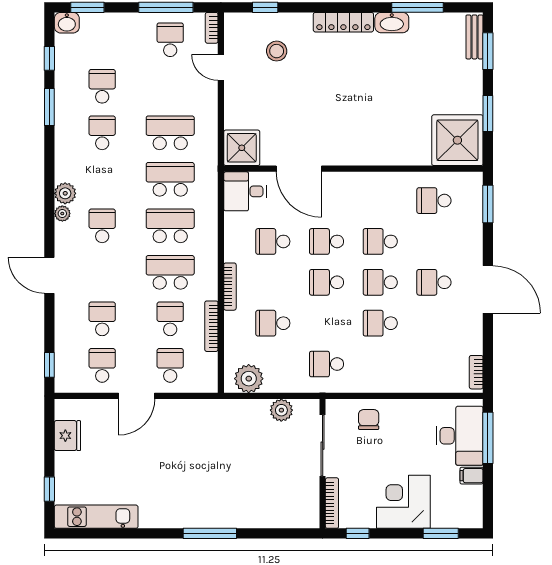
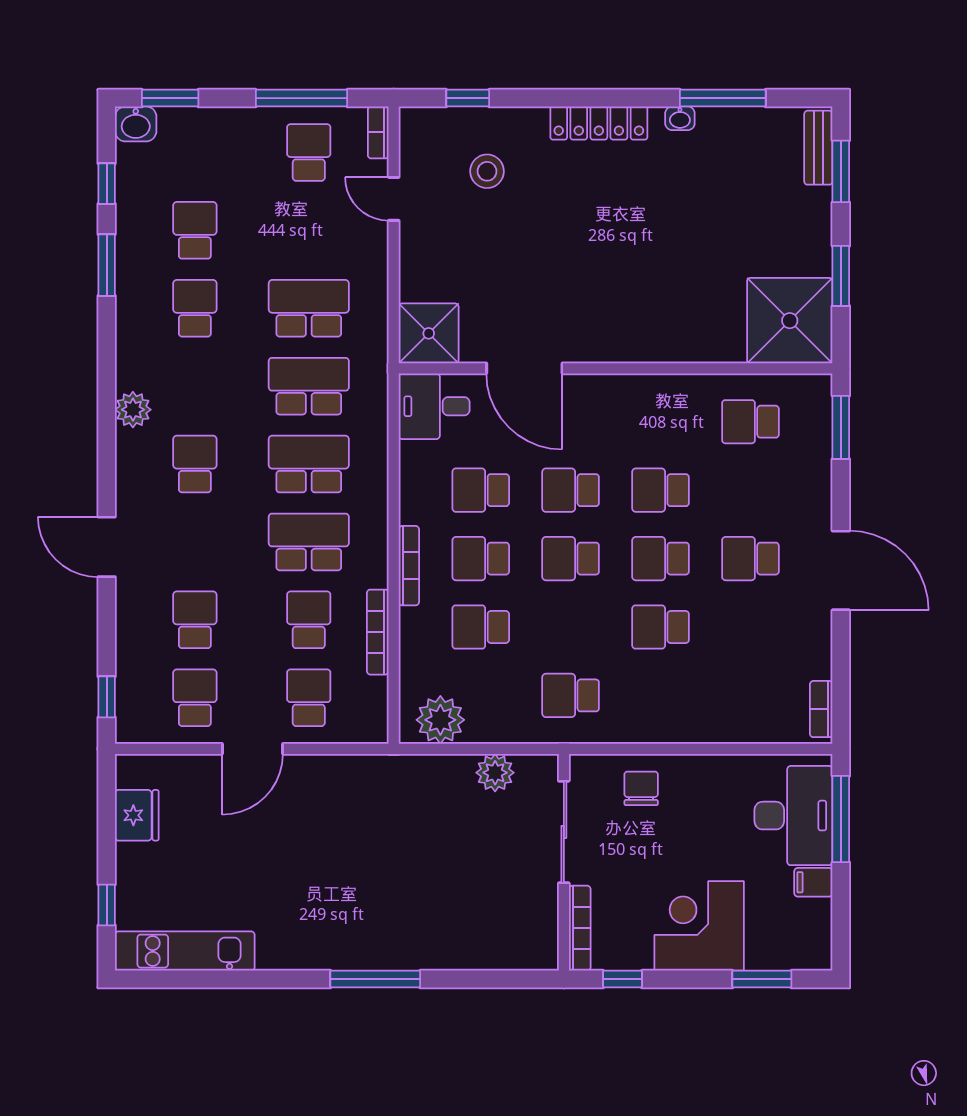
washbasin: (392, 23) -> (680, 118), width x0.52, depth x0.69
plant: (62, 214) -> (128, 443), removed
school desk: (273, 282) -> (481, 559), added

